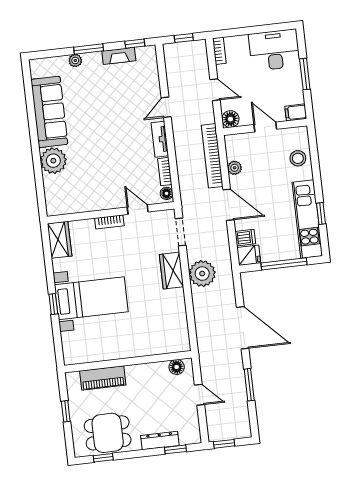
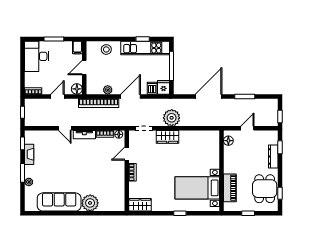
bed with nightstands: (91, 298) -> (197, 188), moved, turned -90

